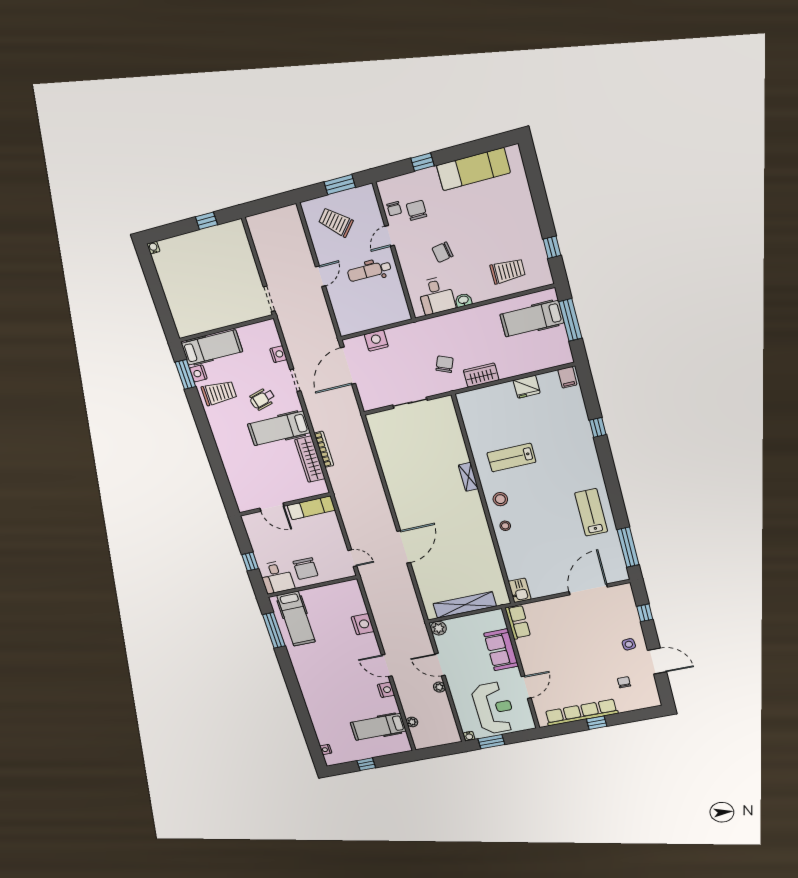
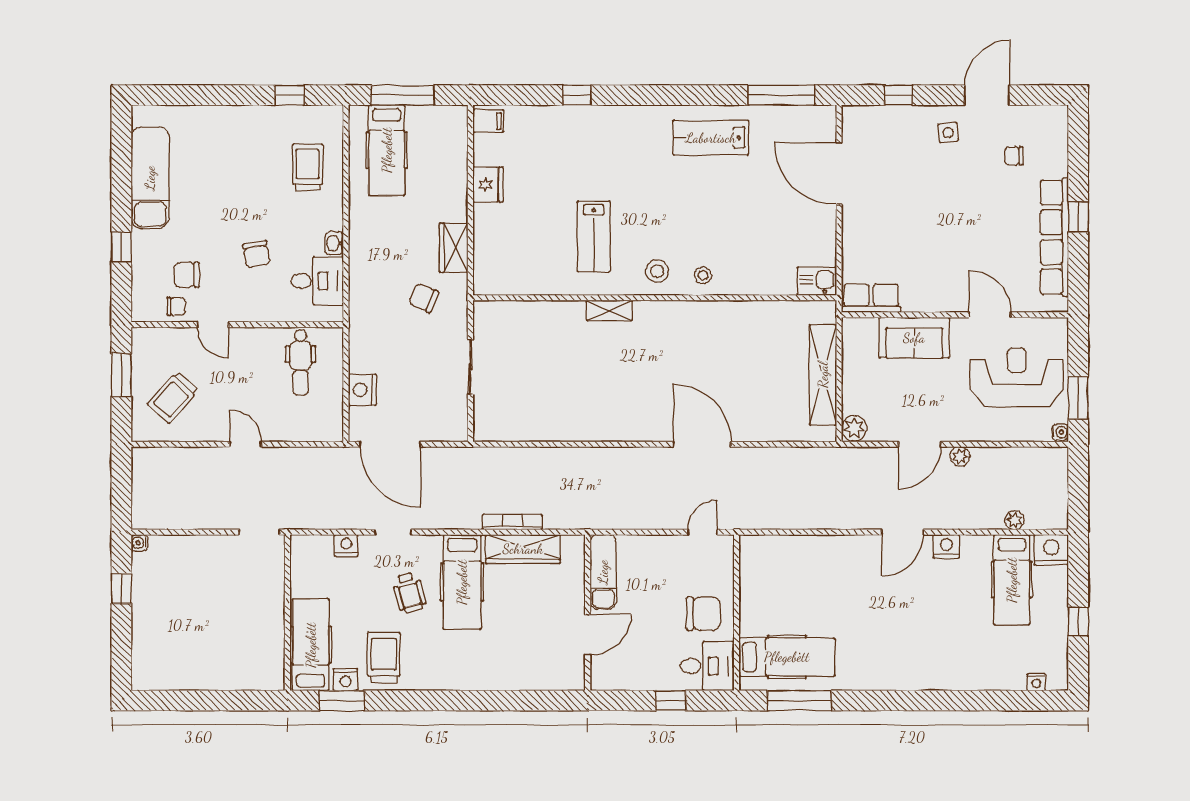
water cooler: (153, 248) -> (139, 543), moved
dental chair: (369, 271) -> (301, 362), moved
nightstand: (363, 624) -> (1051, 550), moved

